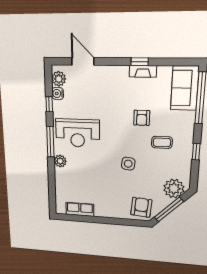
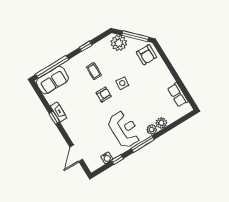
plant: (59, 79) -> (161, 123), moved
armchair: (142, 118) -> (104, 94), moved
armchair: (141, 207) -> (146, 55), turned -95

